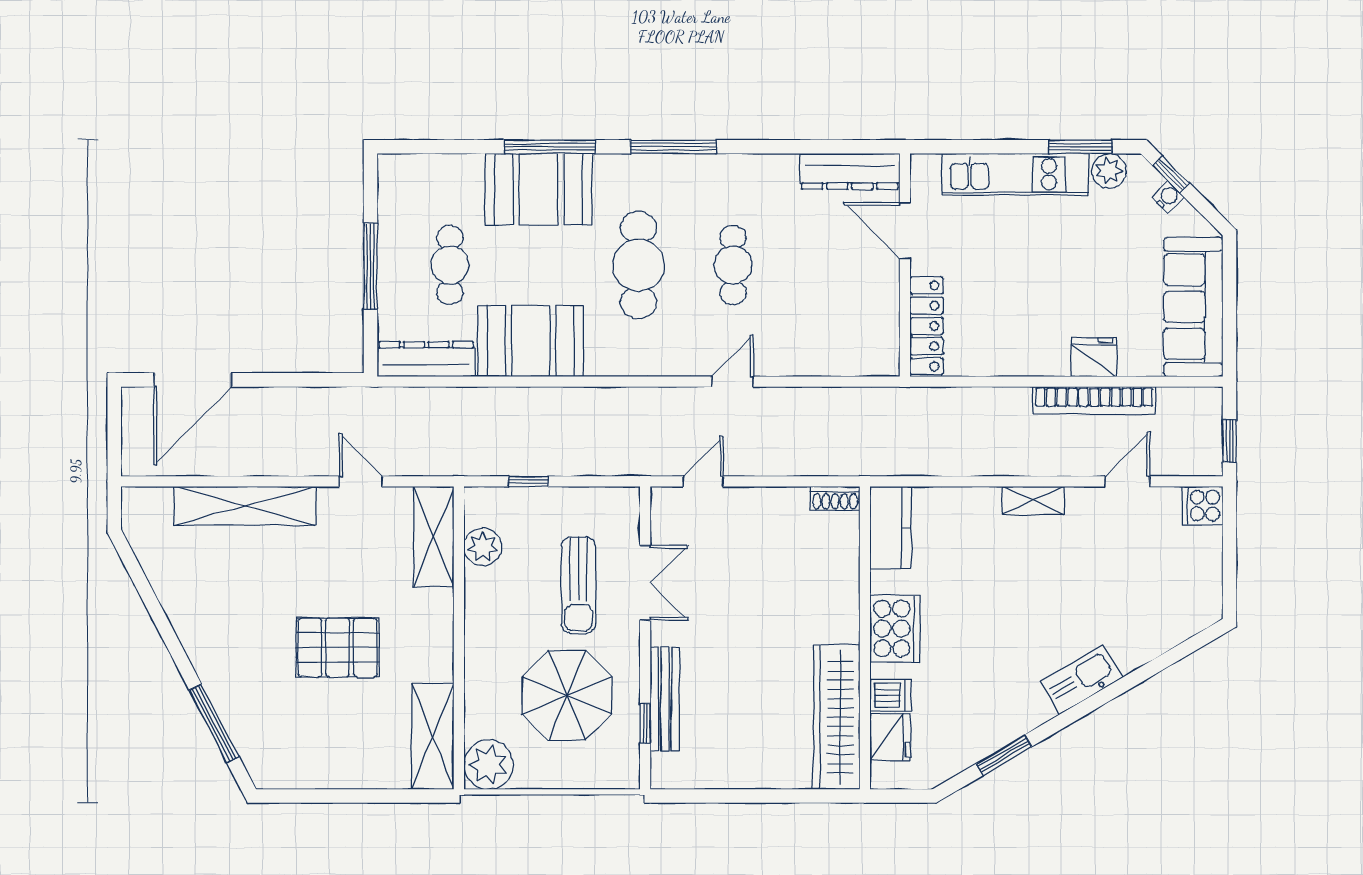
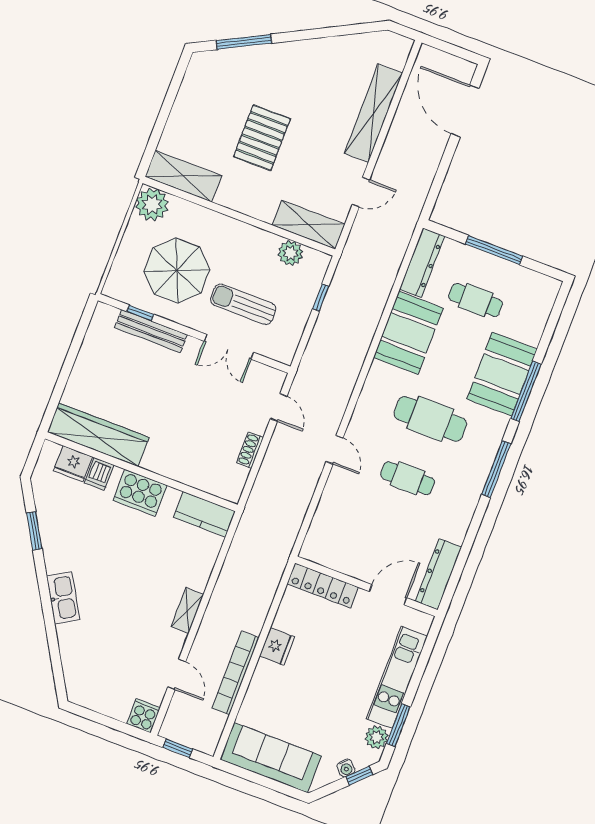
fridge: (1094, 357) -> (277, 646), moved
shoe rack: (835, 498) -> (250, 450), moved

